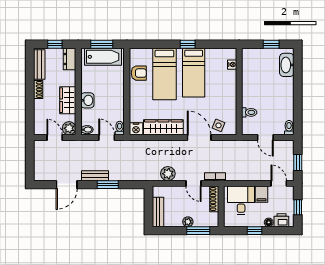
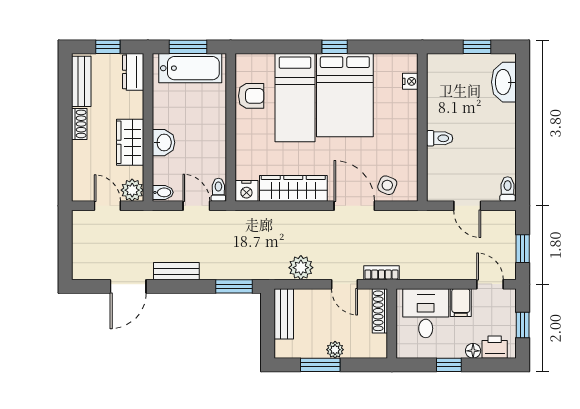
bed: (194, 73) -> (345, 95), width x1.50
toilet: (249, 112) -> (440, 138), moved
window: (108, 185) -> (234, 286), moved
bench: (158, 212) -> (284, 314), moved
window: (198, 231) -> (320, 365), moved

